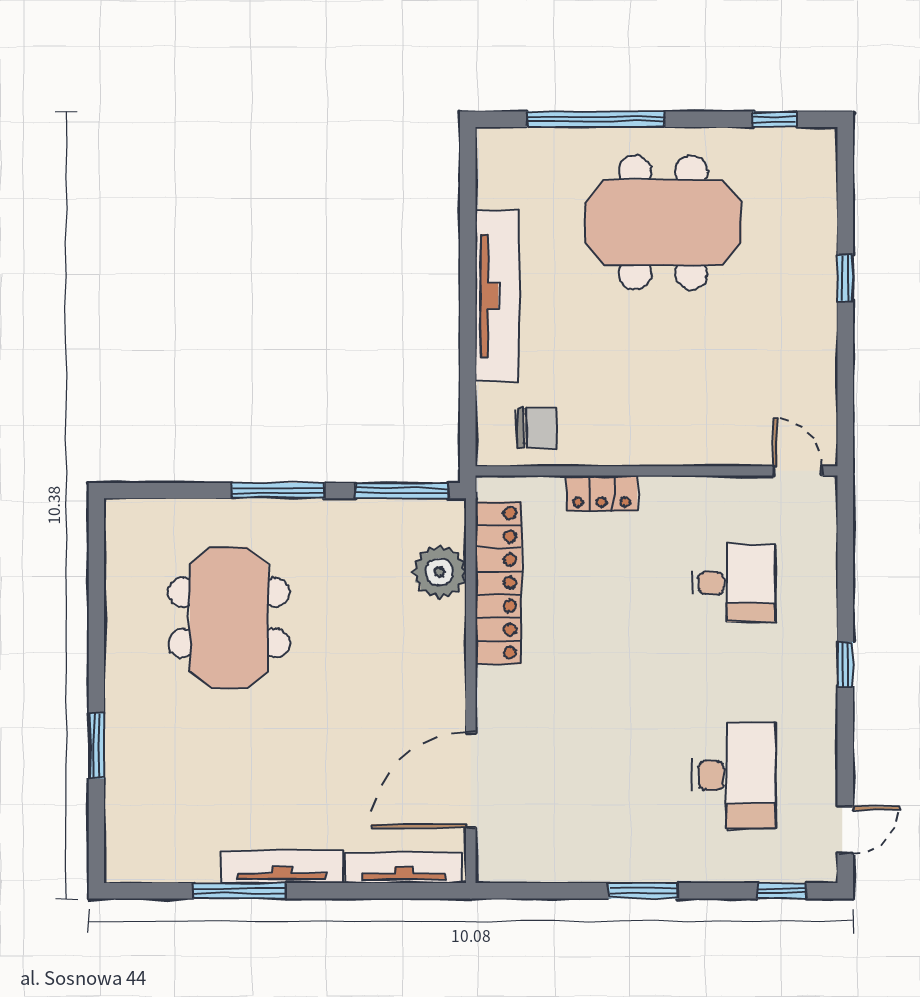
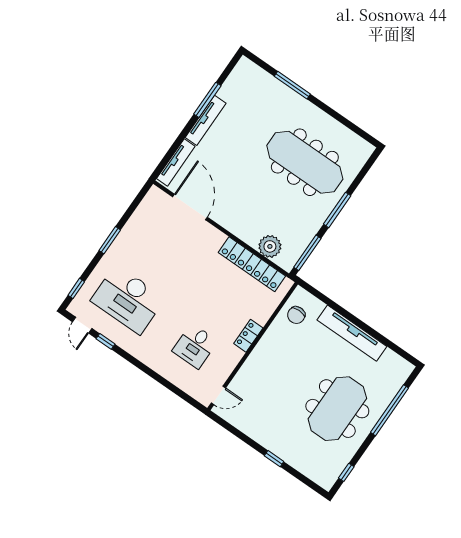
locker: (602, 493) -> (248, 336), moved
meeting table: (229, 618) -> (305, 162), width x1.36
window: (845, 664) -> (105, 341), moved
window: (96, 746) -> (292, 85), width x1.44
desk: (734, 776) -> (128, 299), width x1.36, depth x1.30

